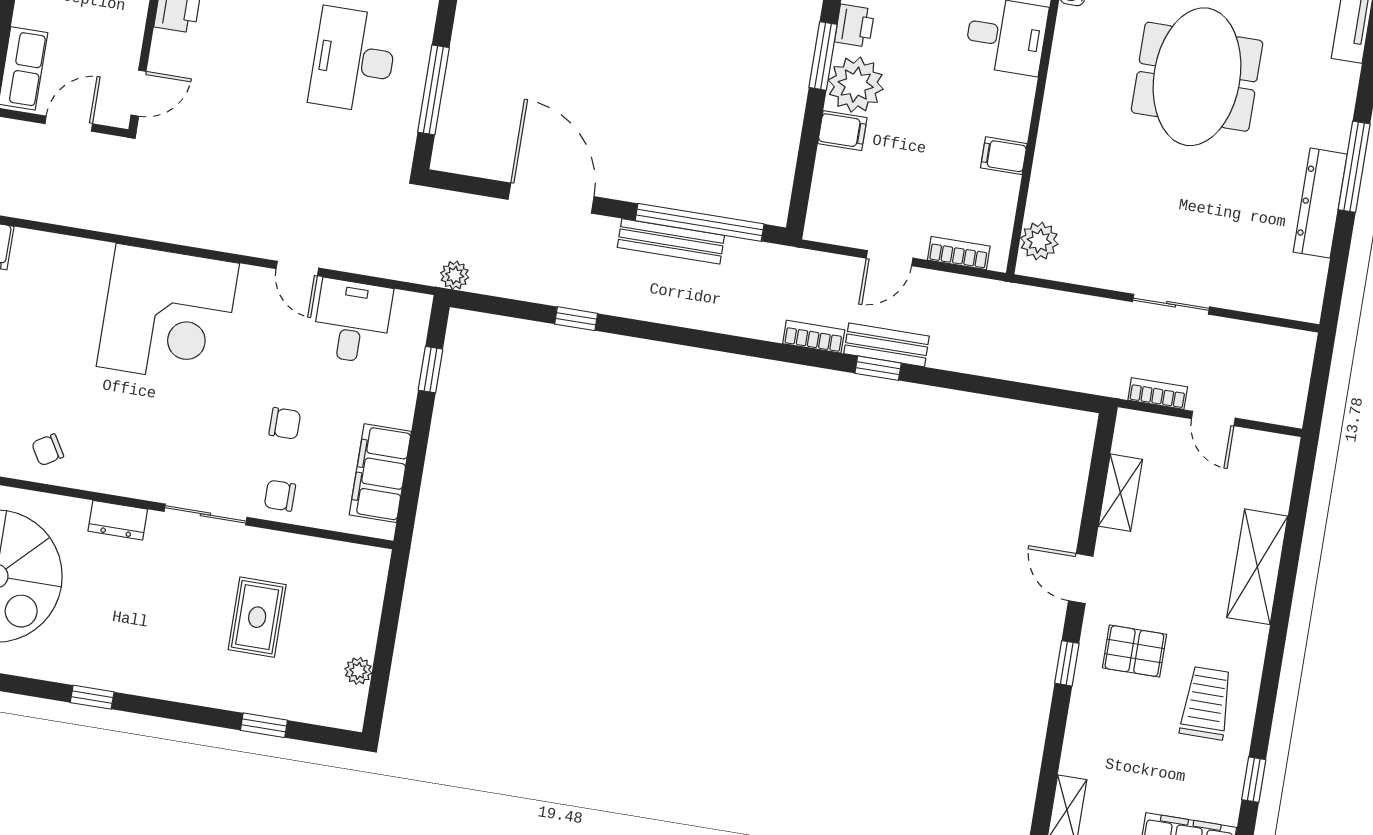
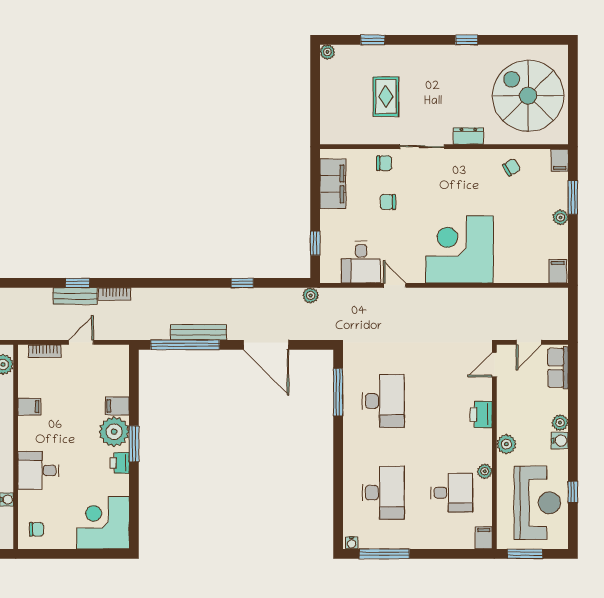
plant: (358, 671) -> (327, 52), moved

